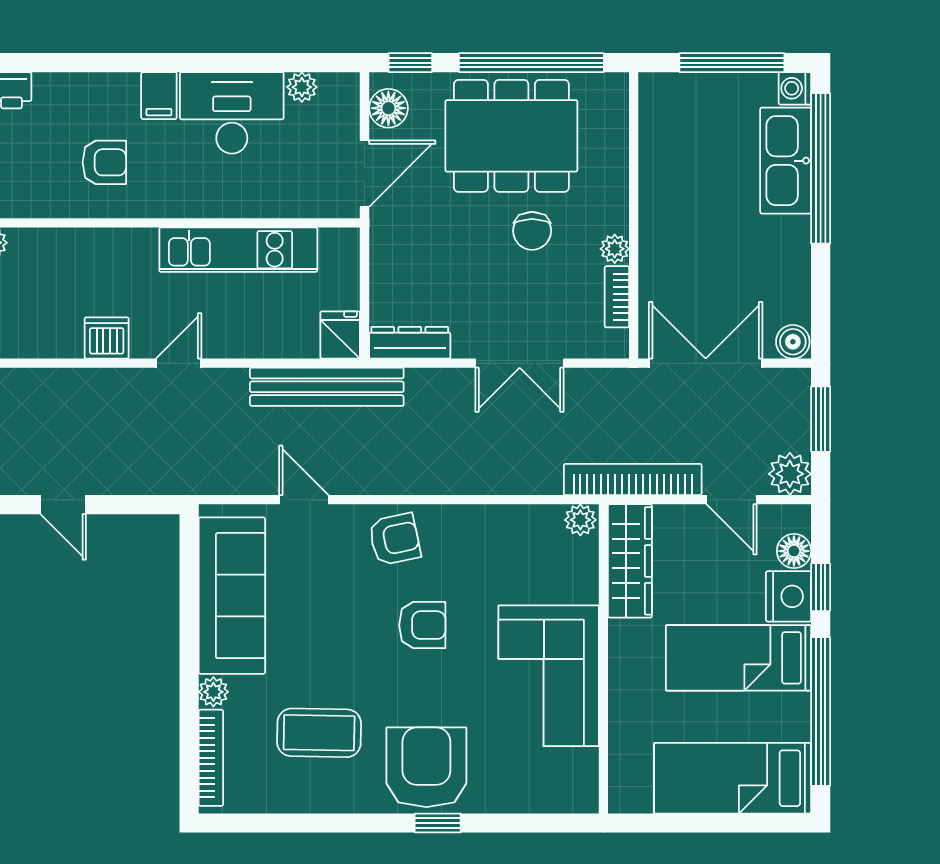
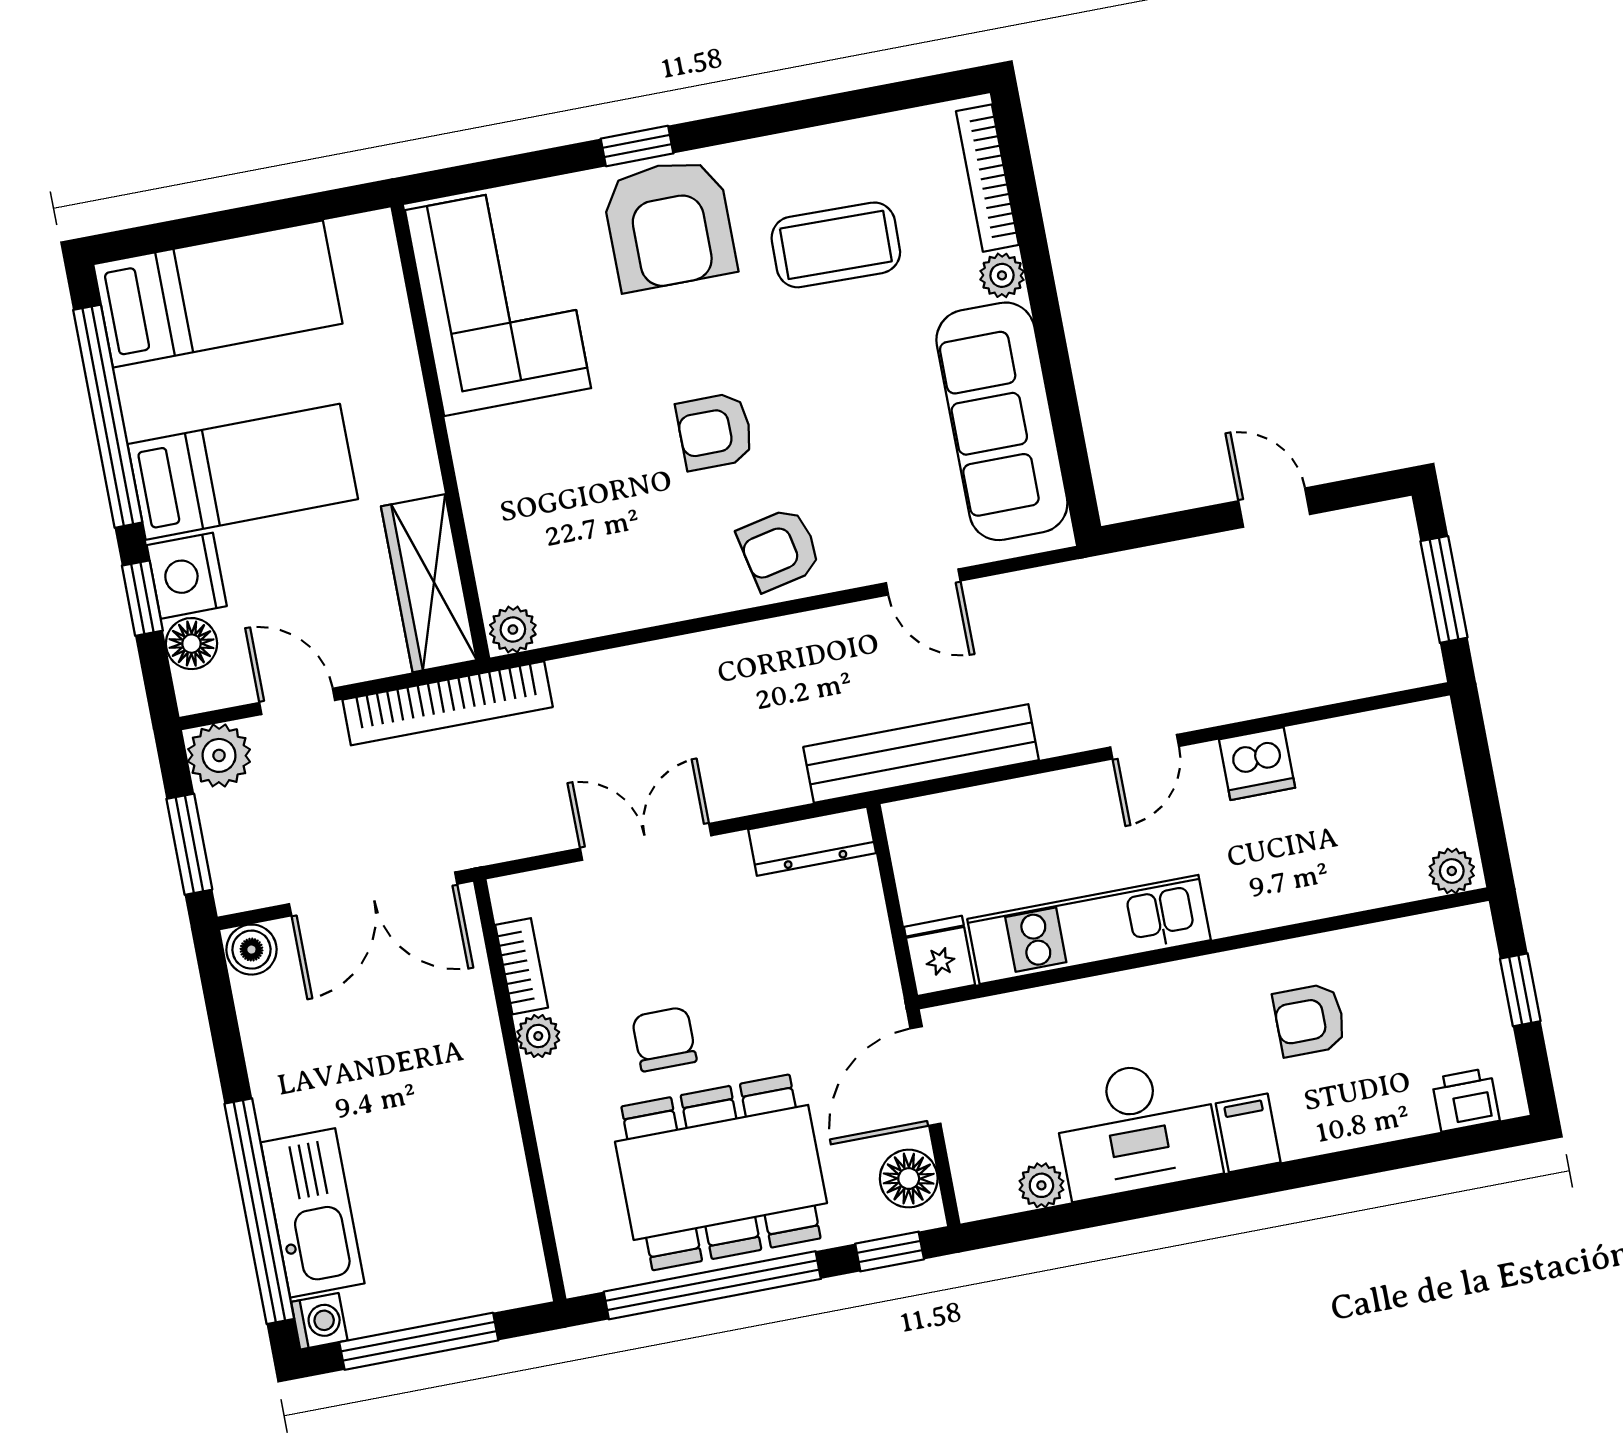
fridge: (340, 335) -> (940, 956), moved, turned 180
corner sofa: (549, 676) -> (498, 299), moved

